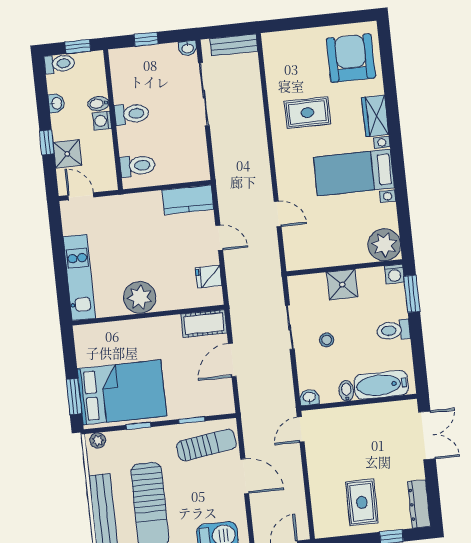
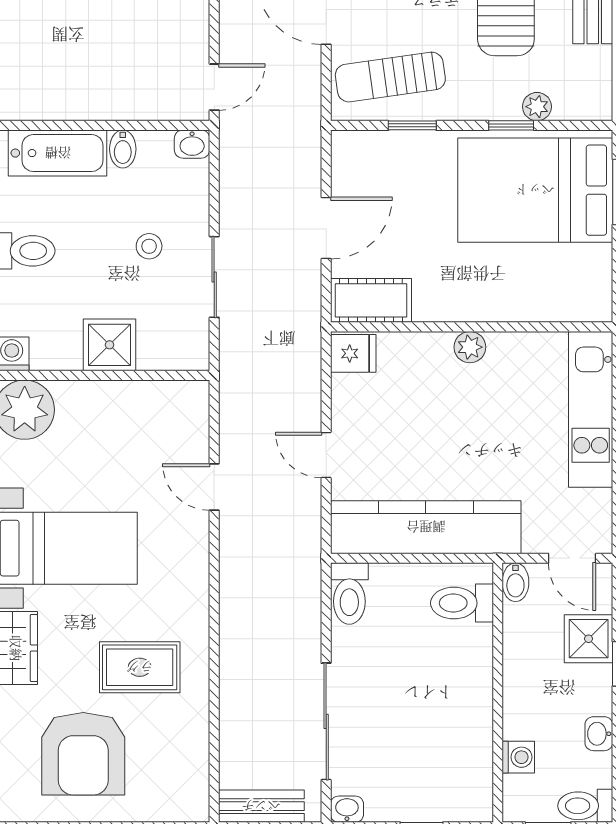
armchair: (351, 58) -> (83, 754), moved
bidet: (98, 104) -> (515, 582), moved, turned 90
toilet: (132, 114) -> (349, 594), moved, turned -90
washing machine: (102, 121) -> (518, 757), moved
kitchen counter: (188, 200) -> (426, 527), width x2.08, depth x1.17
fridge: (209, 277) -> (353, 353), moved
plant: (140, 297) -> (470, 347), width x0.53, depth x0.53
plant: (98, 440) -> (537, 107), moved

